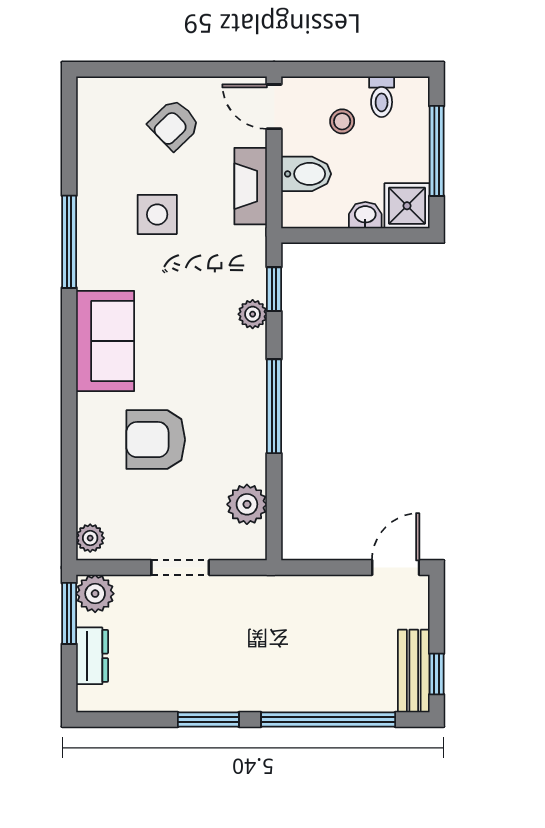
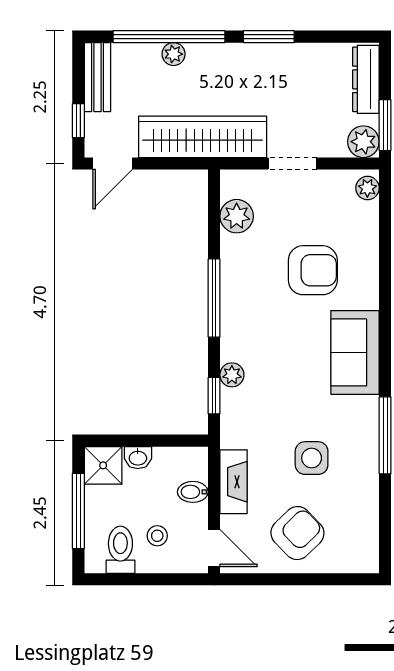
toilet: (382, 97) -> (120, 550), width x1.37, depth x1.39
armchair: (174, 125) -> (297, 533), width x1.38, depth x1.38
bidet: (306, 174) -> (193, 492), width x0.72, depth x0.74
wardrobe: (288, 599) -> (203, 137), added
dresser: (92, 656) -> (366, 79), width x1.44
window: (437, 674) -> (78, 121), moved
plant: (323, 699) -> (174, 54), added

